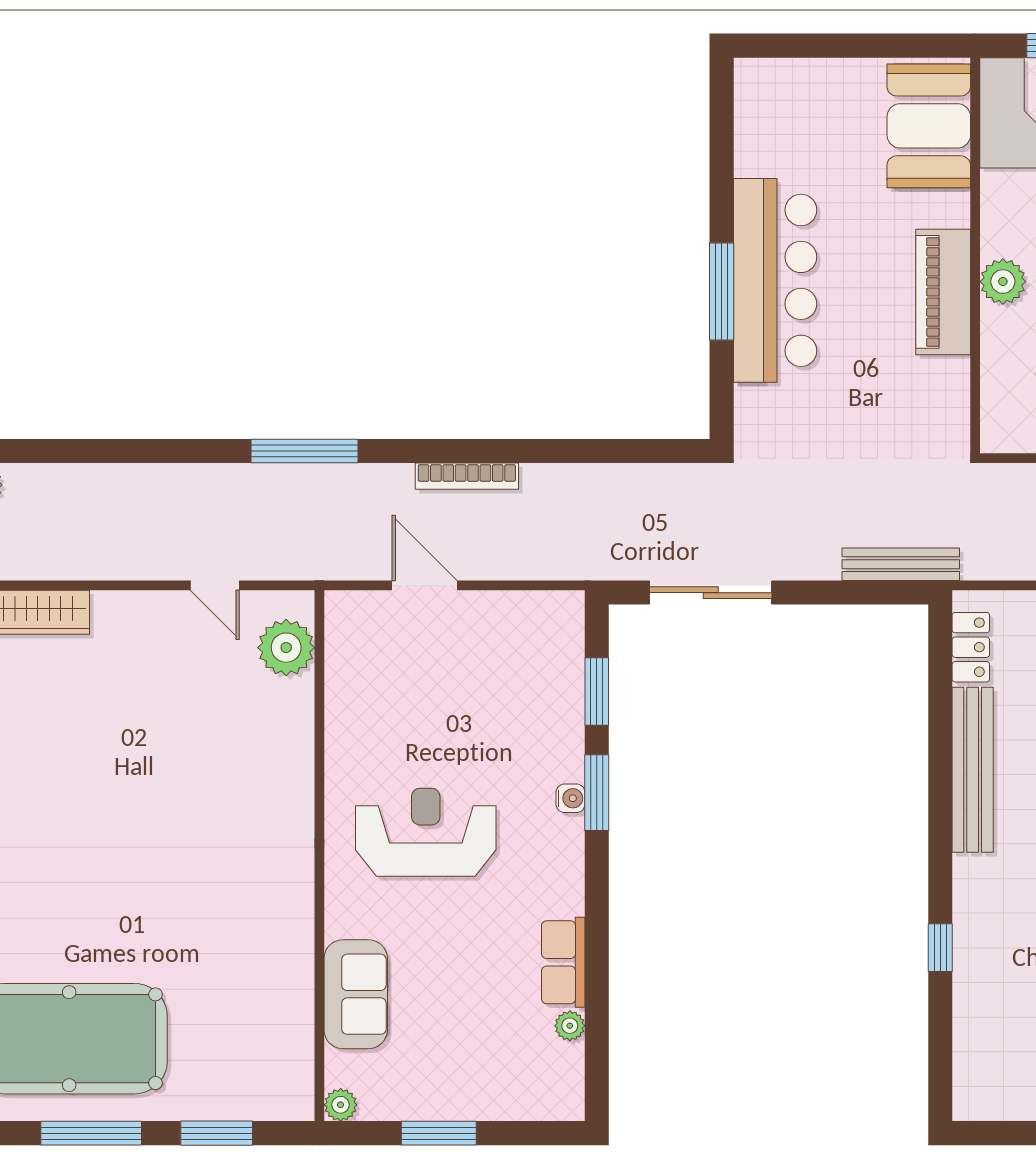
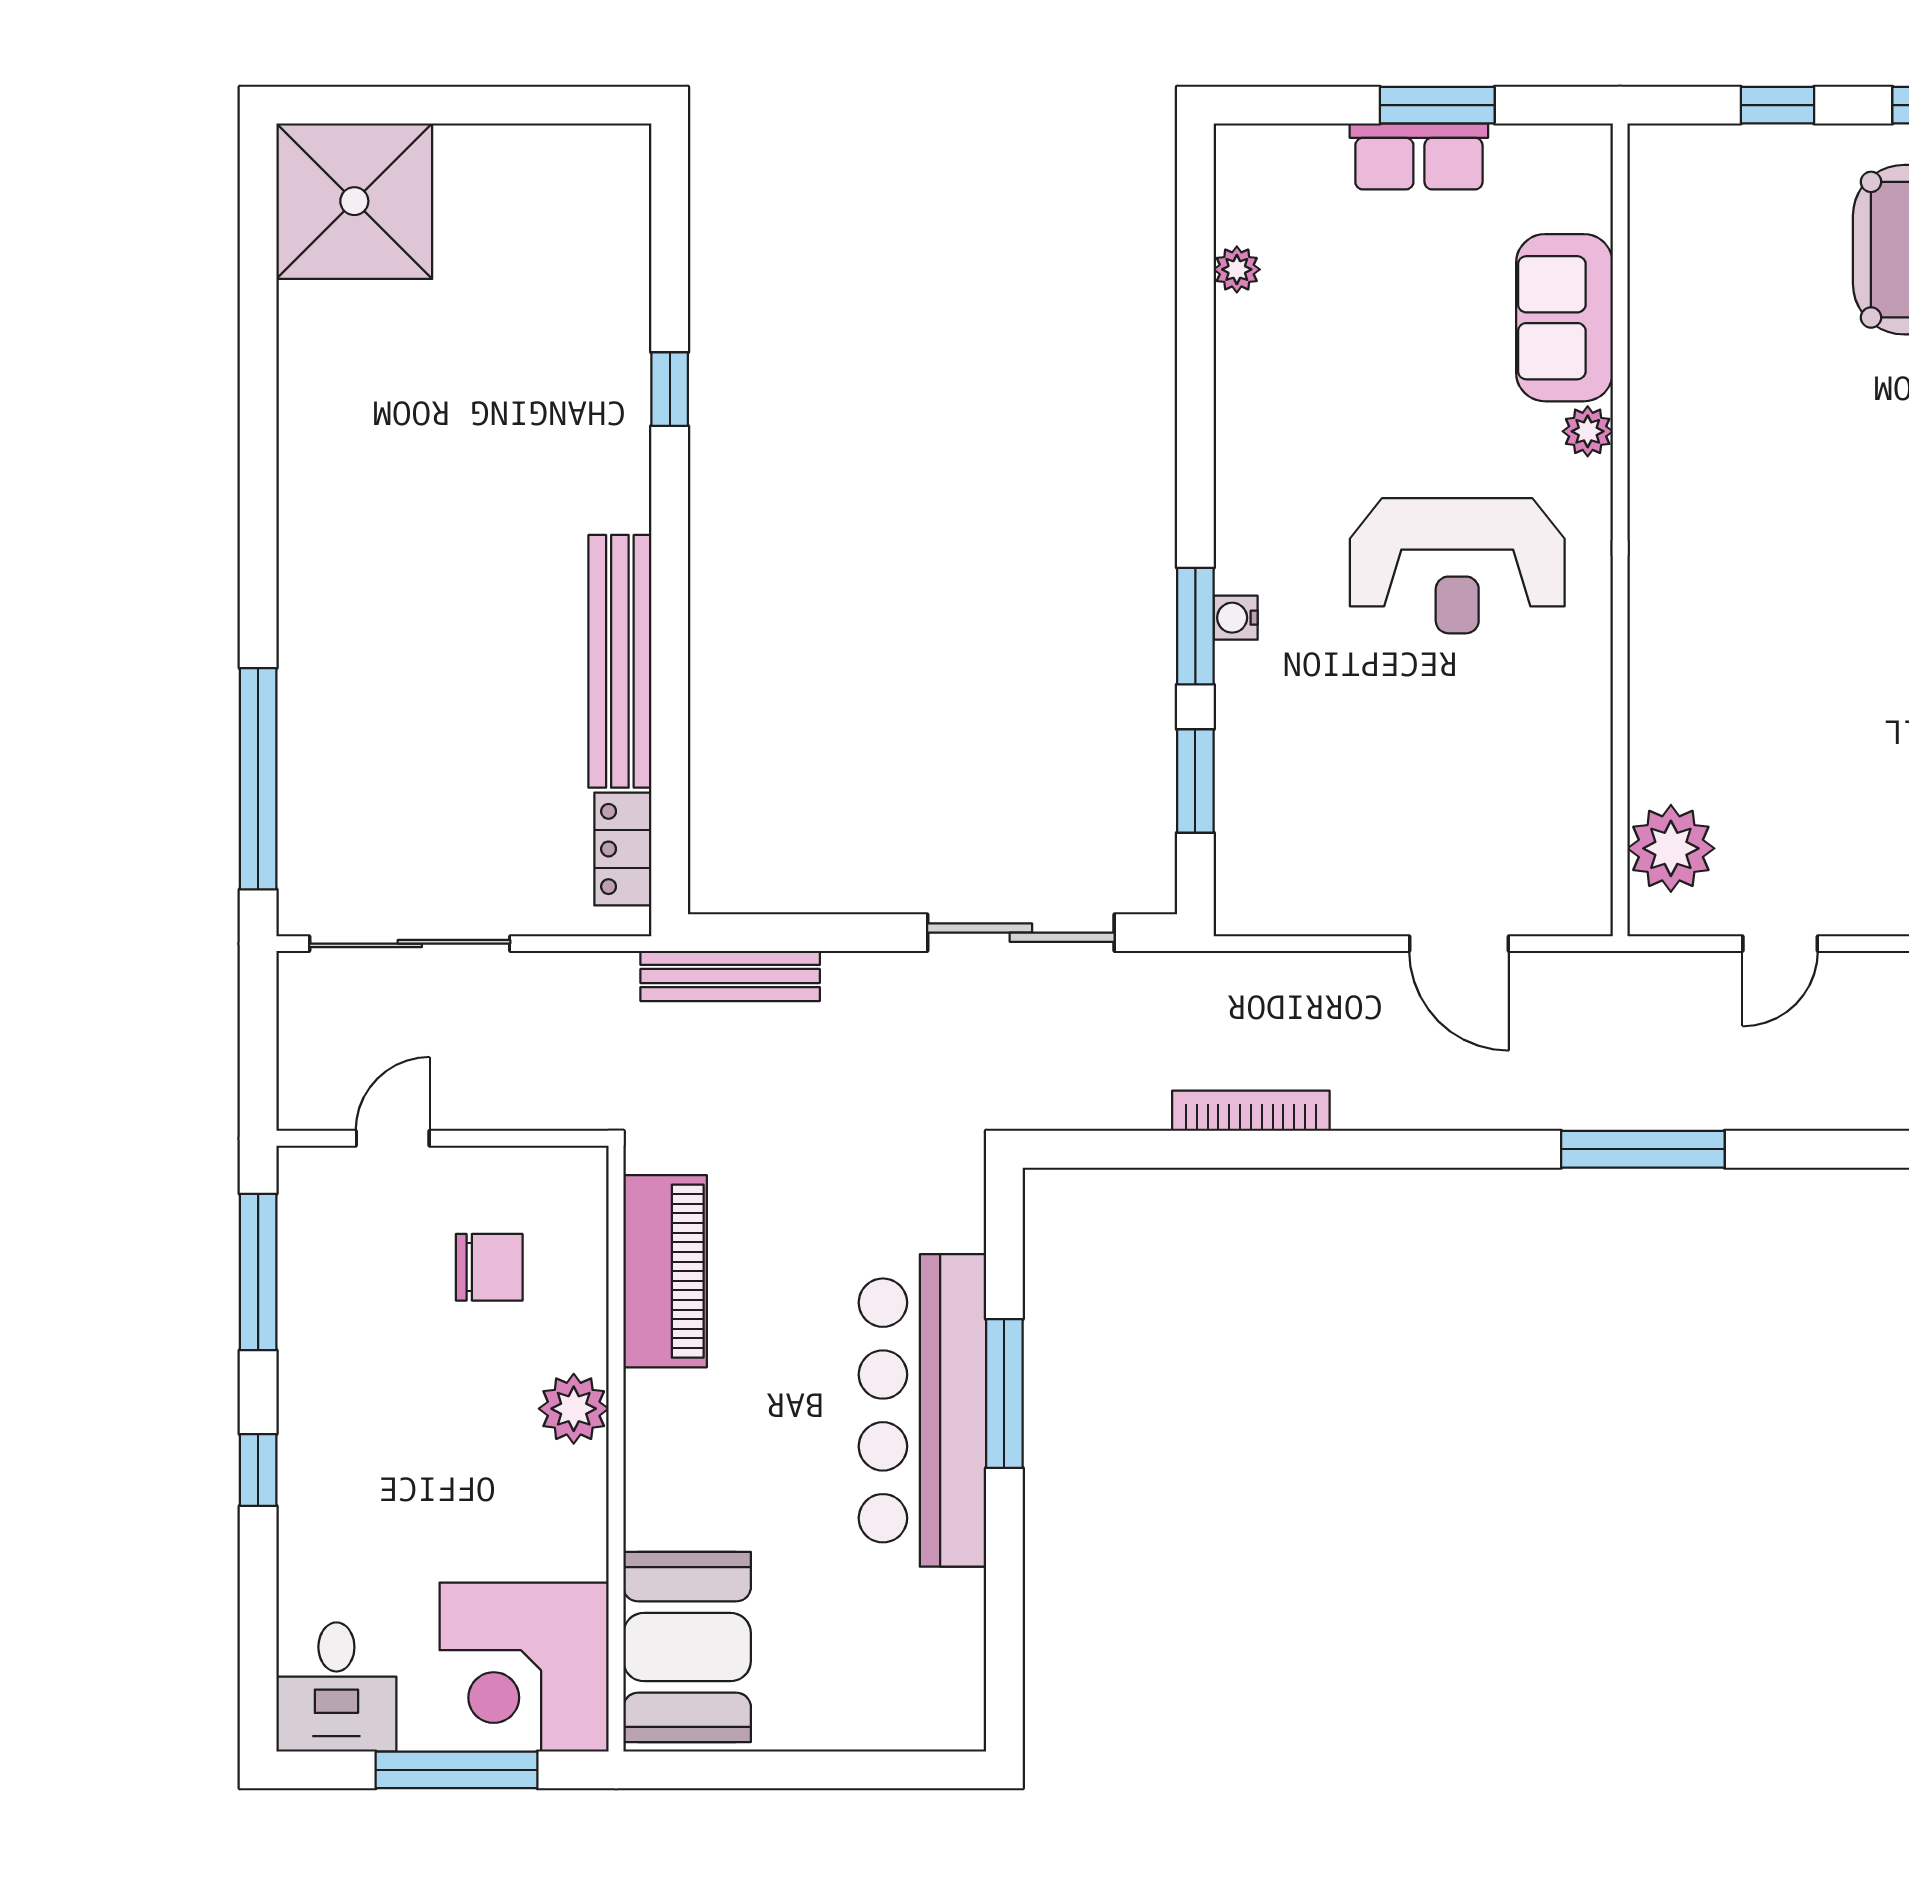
piano: (943, 292) -> (665, 1271), moved
bookcase: (467, 476) -> (1251, 1111), moved
door: (215, 585) -> (1780, 944), swing flipped
row of seats: (563, 962) -> (1419, 156), moved, turned 90
plant: (341, 1105) -> (1588, 431), moved
window: (217, 1133) -> (1777, 105), width x0.67

